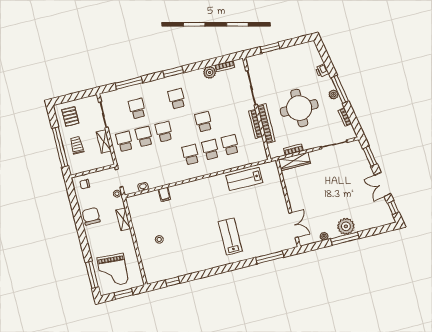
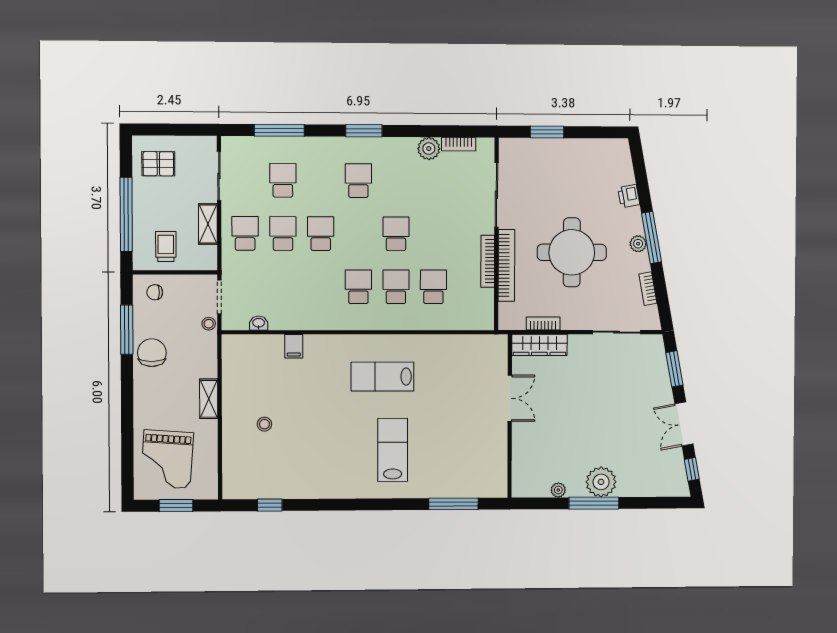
pallet: (70, 116) -> (158, 164), turned 90
trolley: (77, 145) -> (166, 247), moved
lab bench: (244, 179) -> (382, 377), moved
shelving: (123, 219) -> (209, 399), moved
double door: (293, 225) -> (510, 398), moved
window: (92, 275) -> (127, 330), moved

